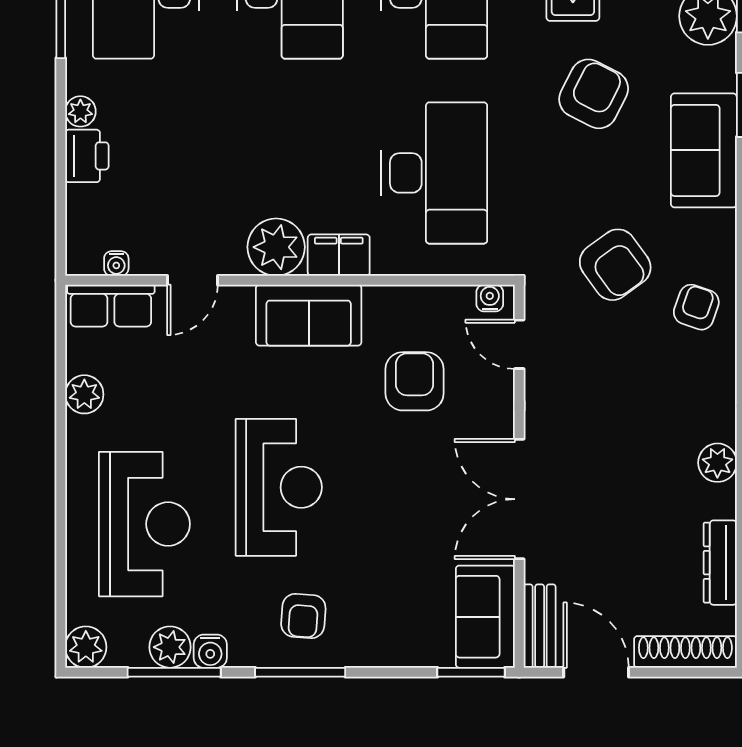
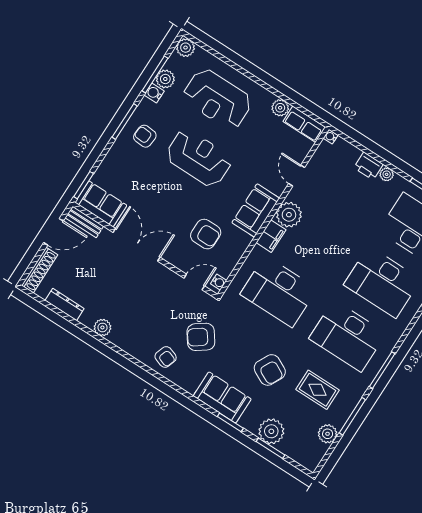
water cooler: (116, 263) -> (331, 137), moved
row of seats: (111, 306) -> (304, 124), moved, turned -90
reception desk: (279, 487) -> (199, 158), turned 180

